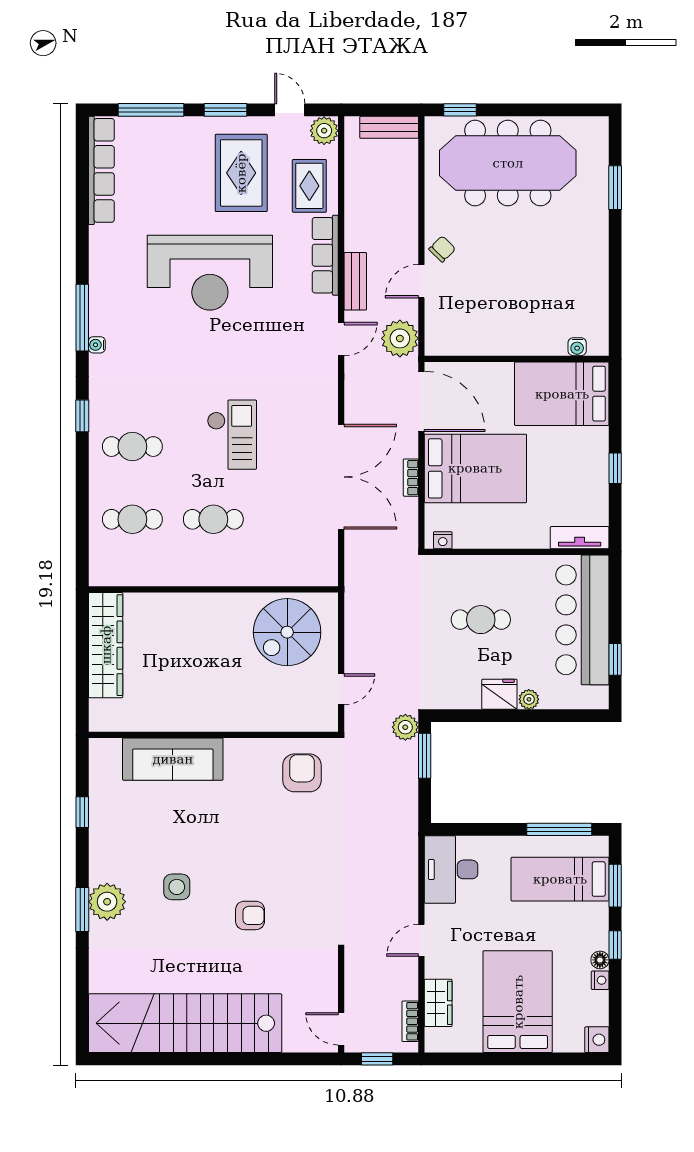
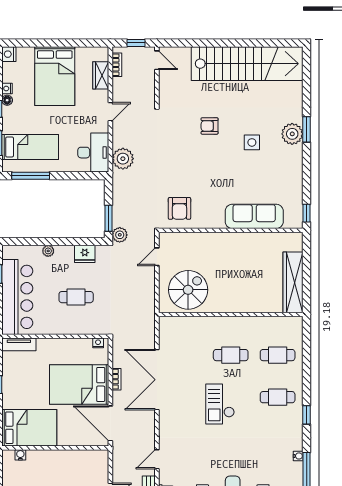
plant: (400, 338) -> (123, 159), moved
fridge: (499, 694) -> (85, 254), moved
window: (82, 812) -> (307, 213), moved

